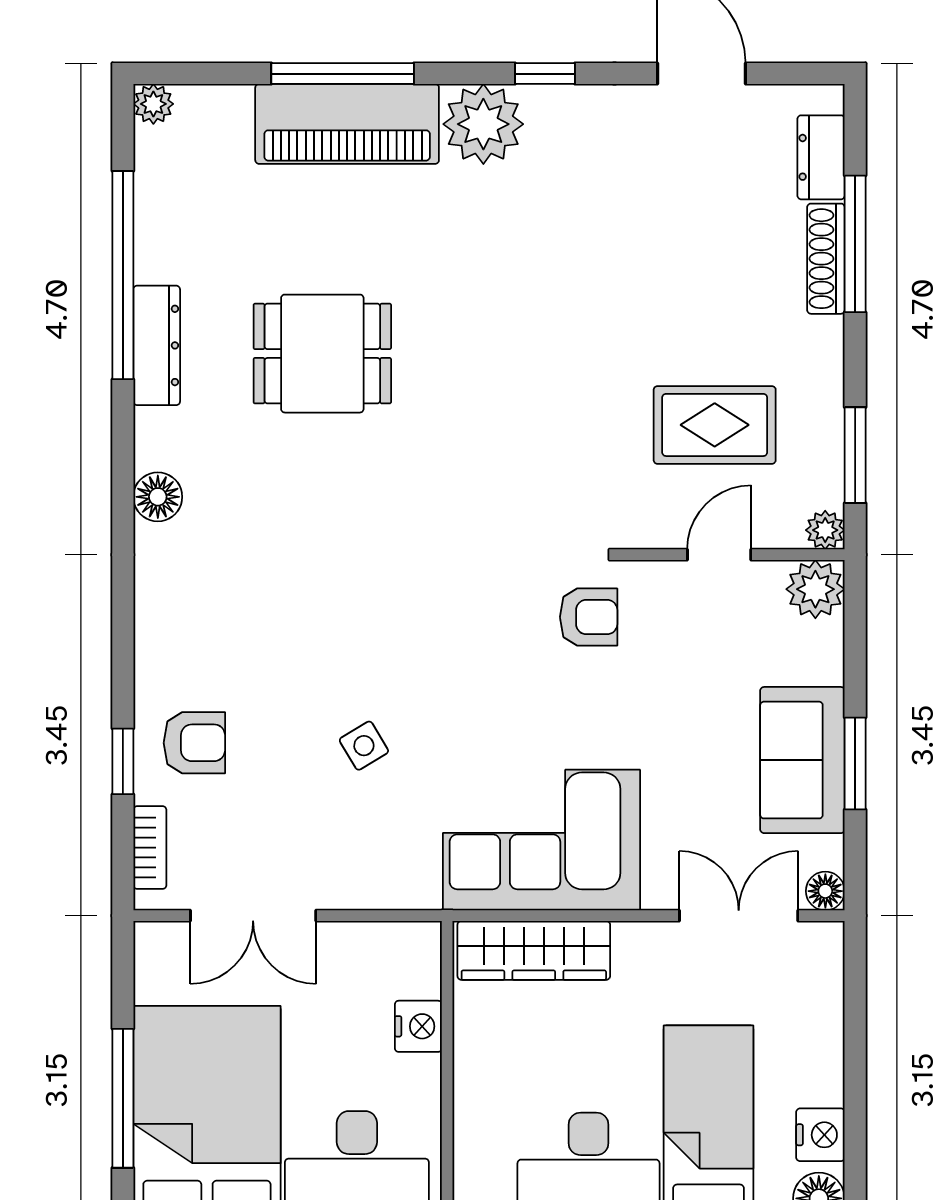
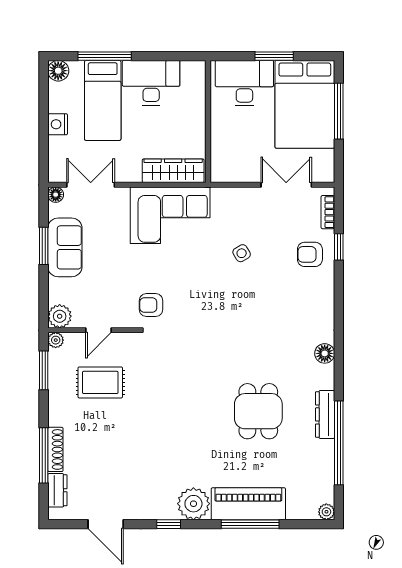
dining table: (322, 354) -> (258, 411), turned 90
double door: (739, 916) -> (91, 185), swing flipped
nightstand: (418, 1026) -> (220, 140), removed
nightstand: (820, 1135) -> (58, 124), moved

